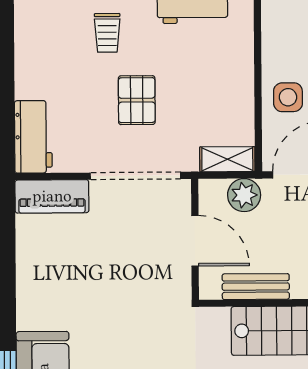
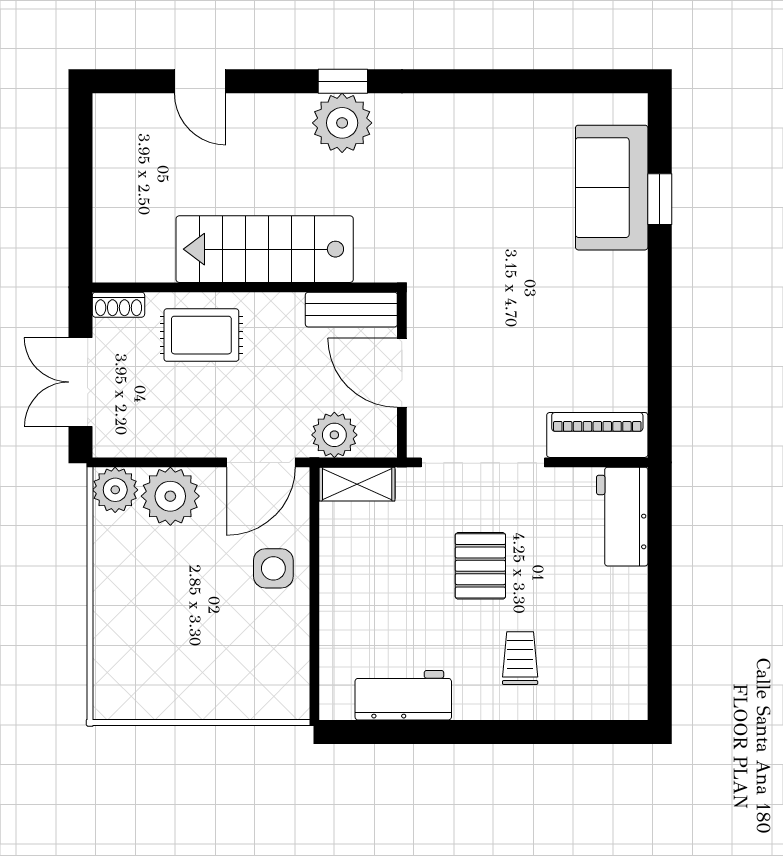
bench: (256, 287) -> (351, 310), moved

